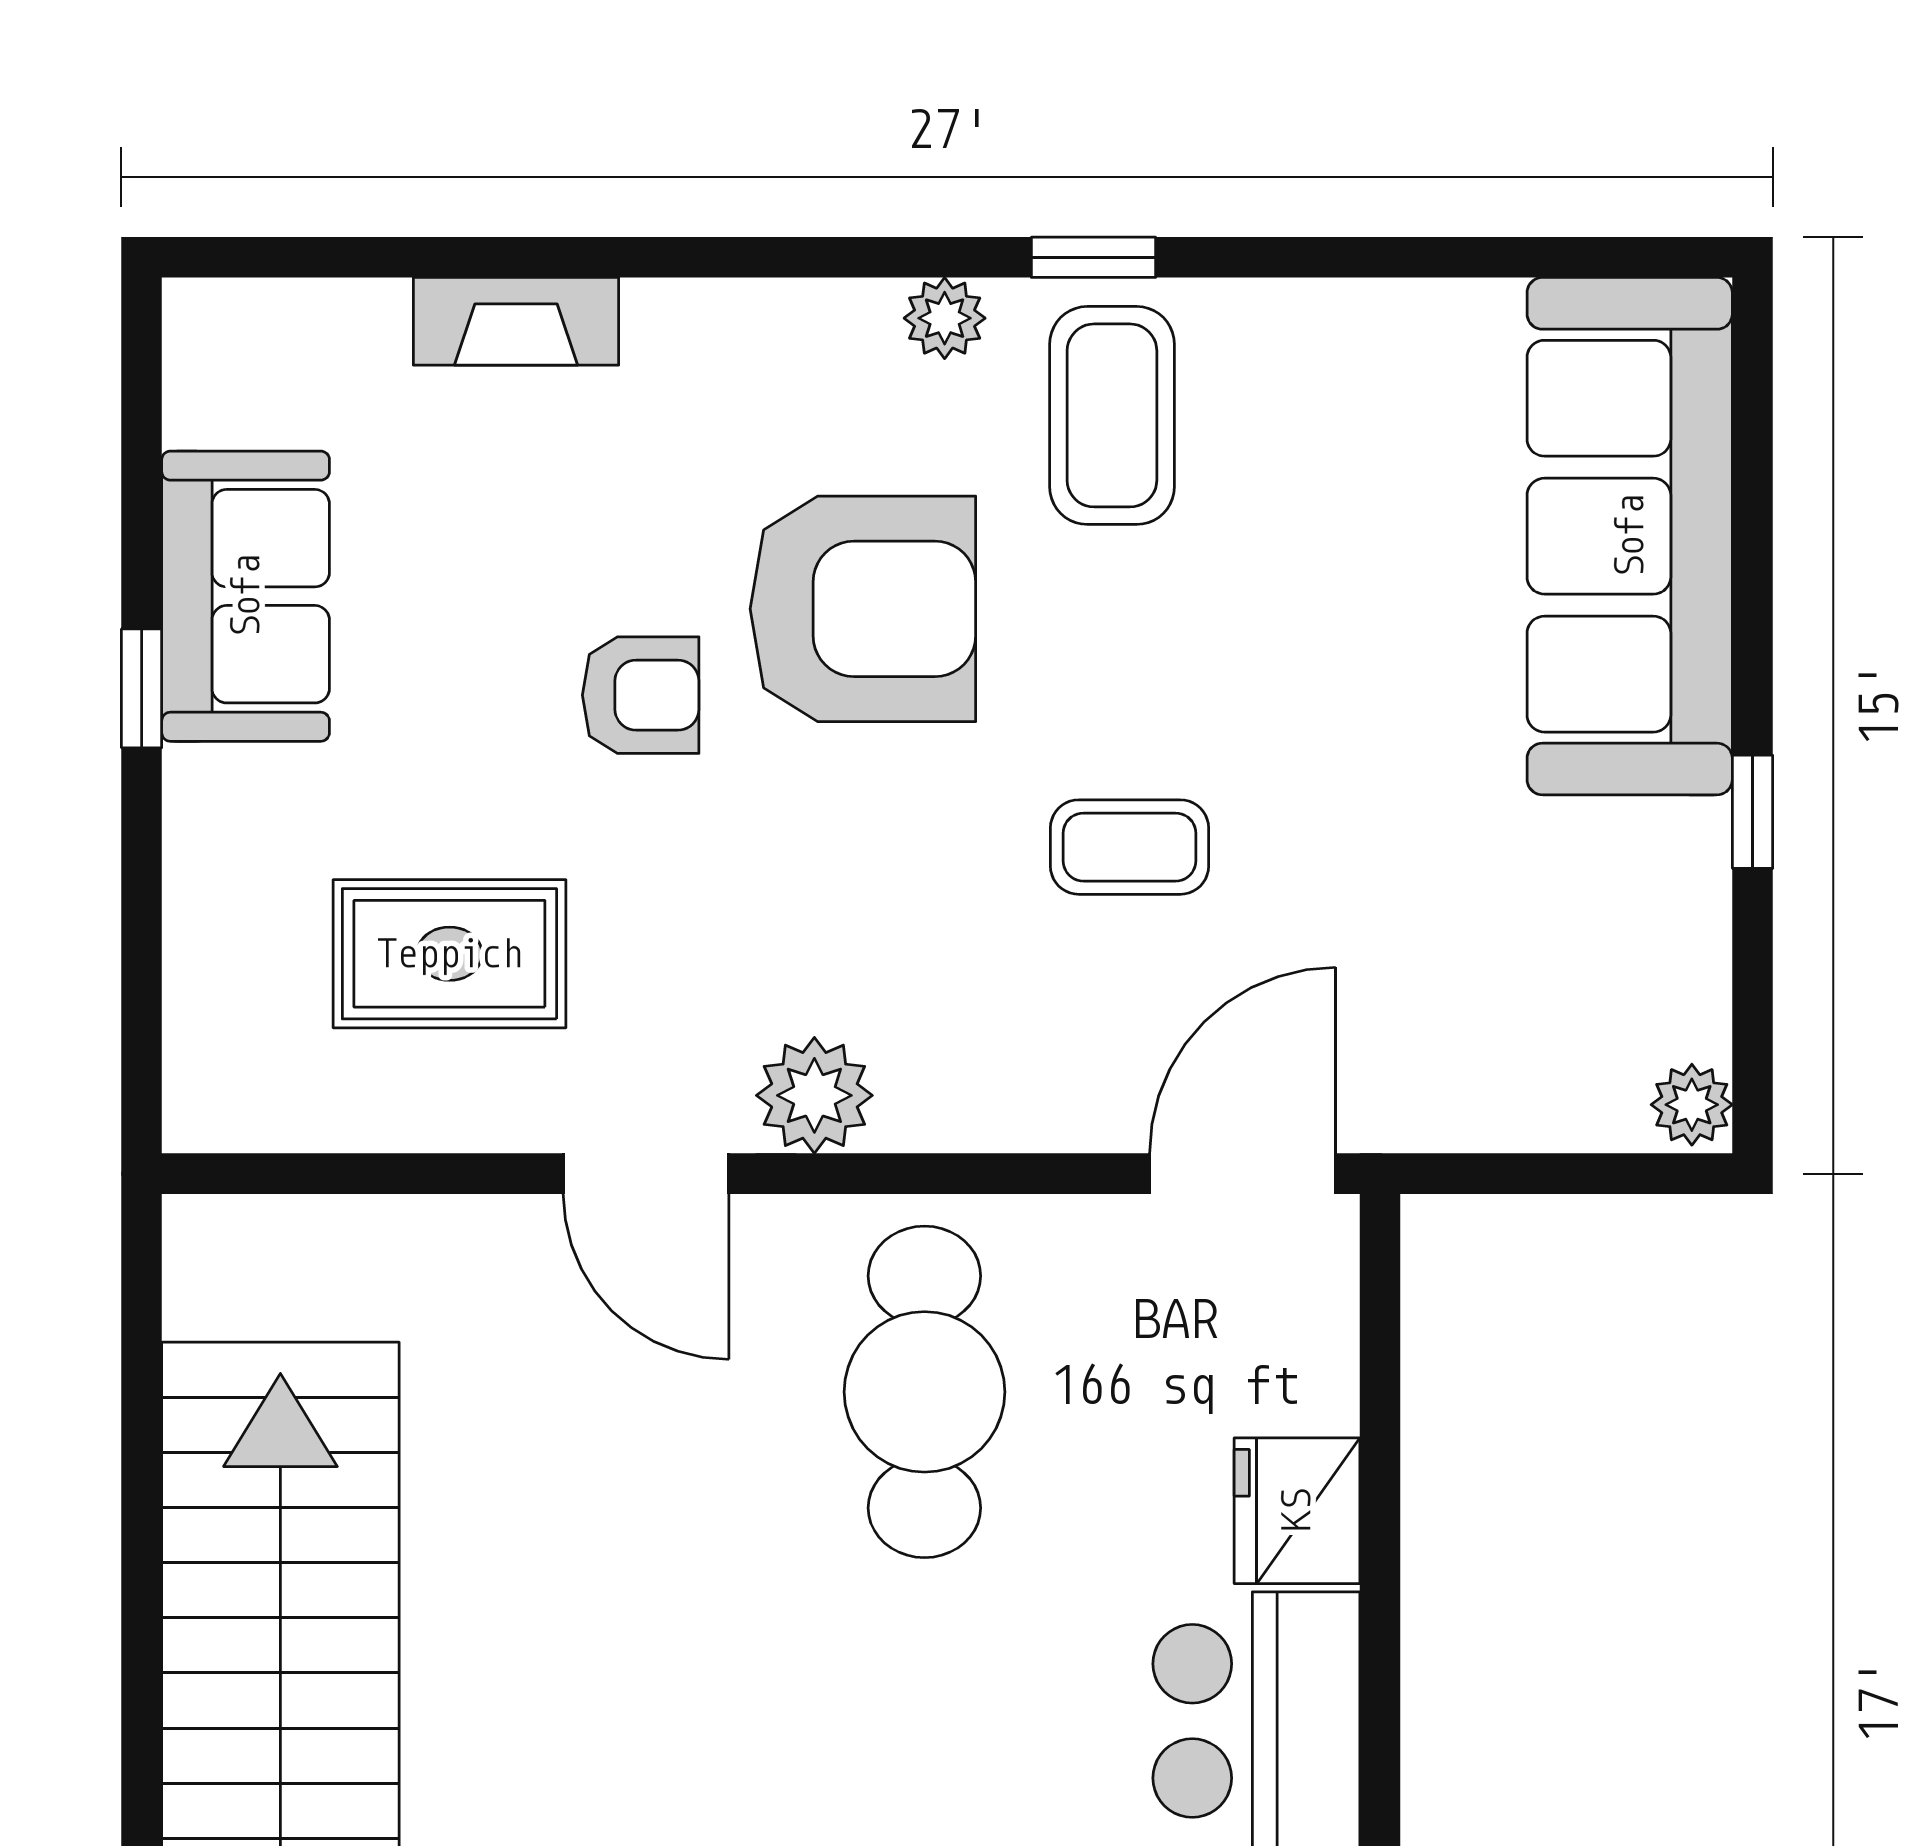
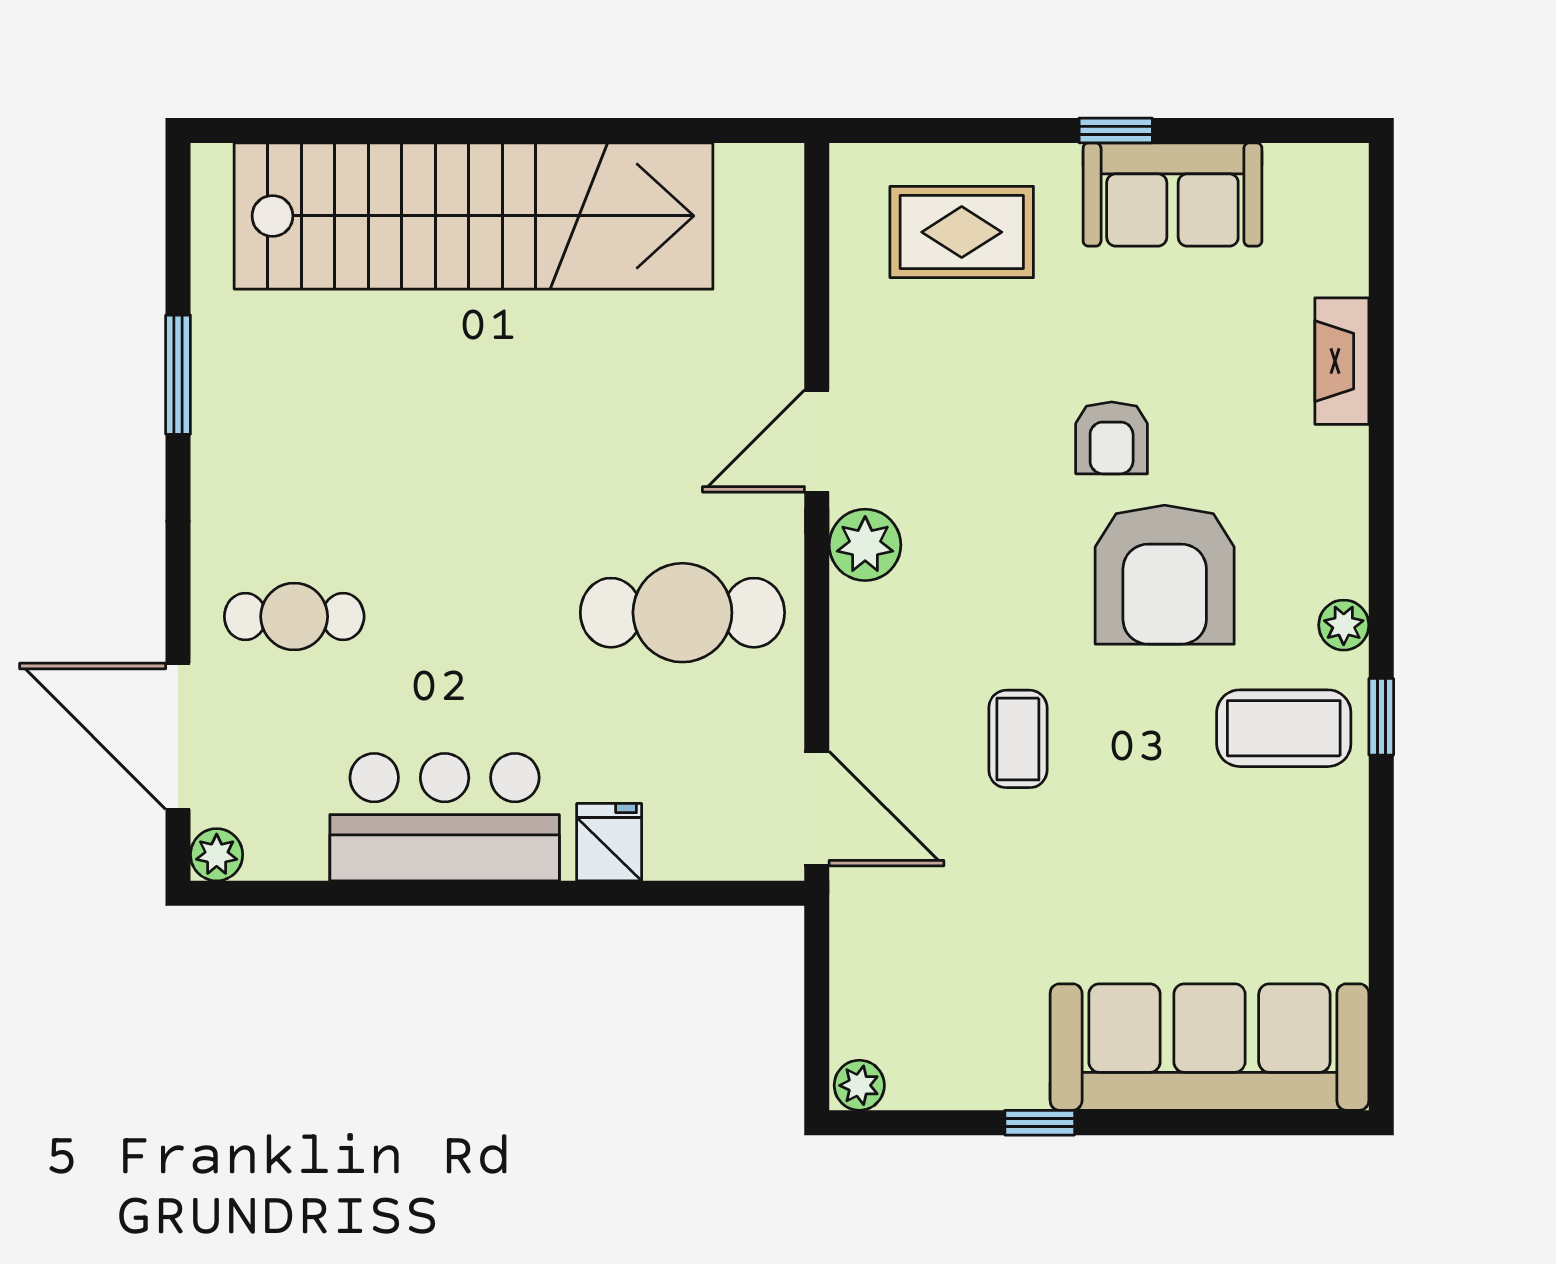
rug: (449, 954) -> (962, 232), moved, turned 90
fridge: (1297, 1511) -> (609, 842), width x0.72

